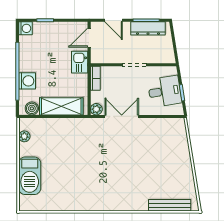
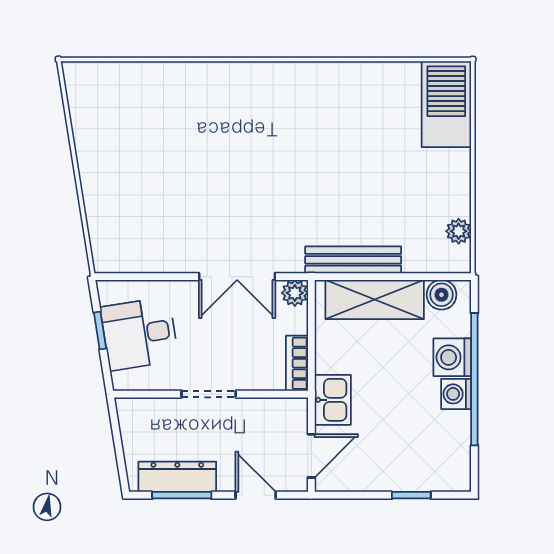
washing machine: (25, 28) -> (456, 394), moved
barbecue: (30, 176) -> (446, 104), moved
bench: (170, 205) -> (353, 260), moved

